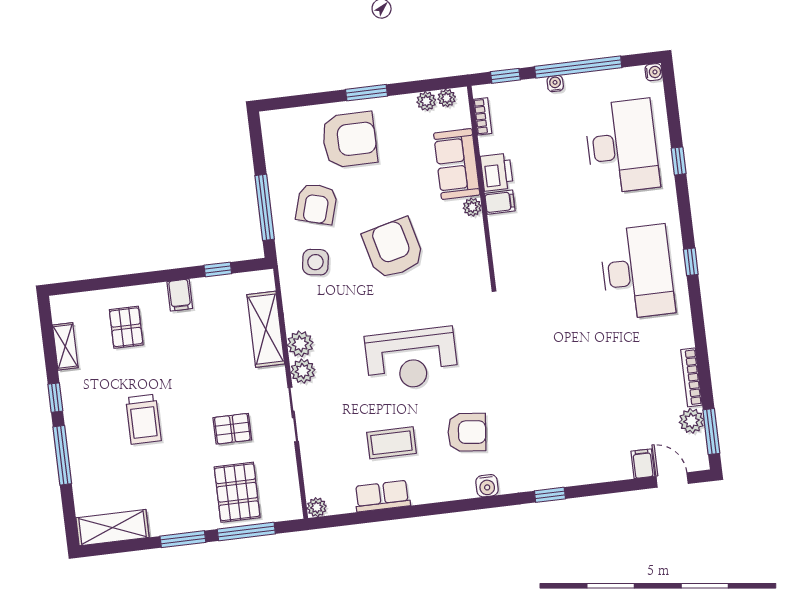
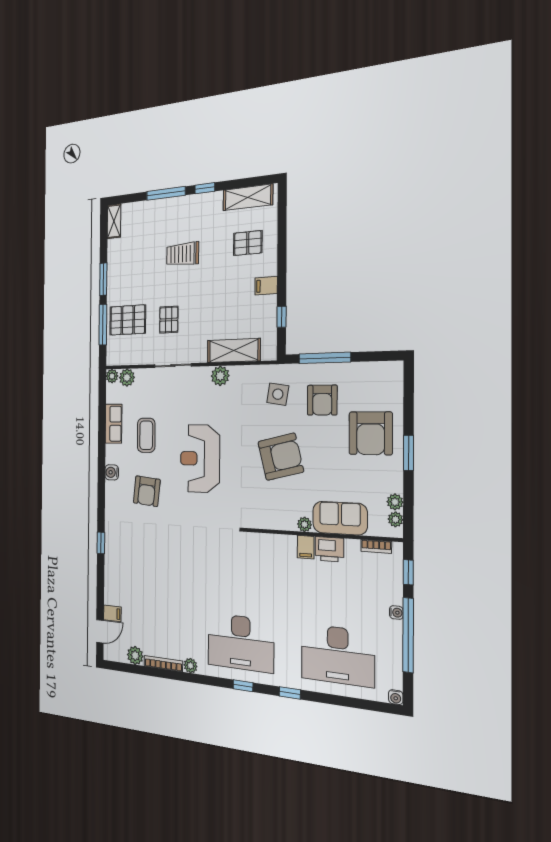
window: (679, 161) -> (290, 693), moved
armchair: (317, 204) -> (322, 400), turned -106
plant: (684, 338) -> (191, 666), added
shelving: (65, 346) -> (248, 197), width x1.50, depth x1.33
plant: (303, 371) -> (127, 378), moved
window: (711, 432) -> (127, 668), removed
water cooler: (487, 486) -> (112, 472), moved
shelving: (112, 528) -> (114, 221), width x0.67, depth x0.75

